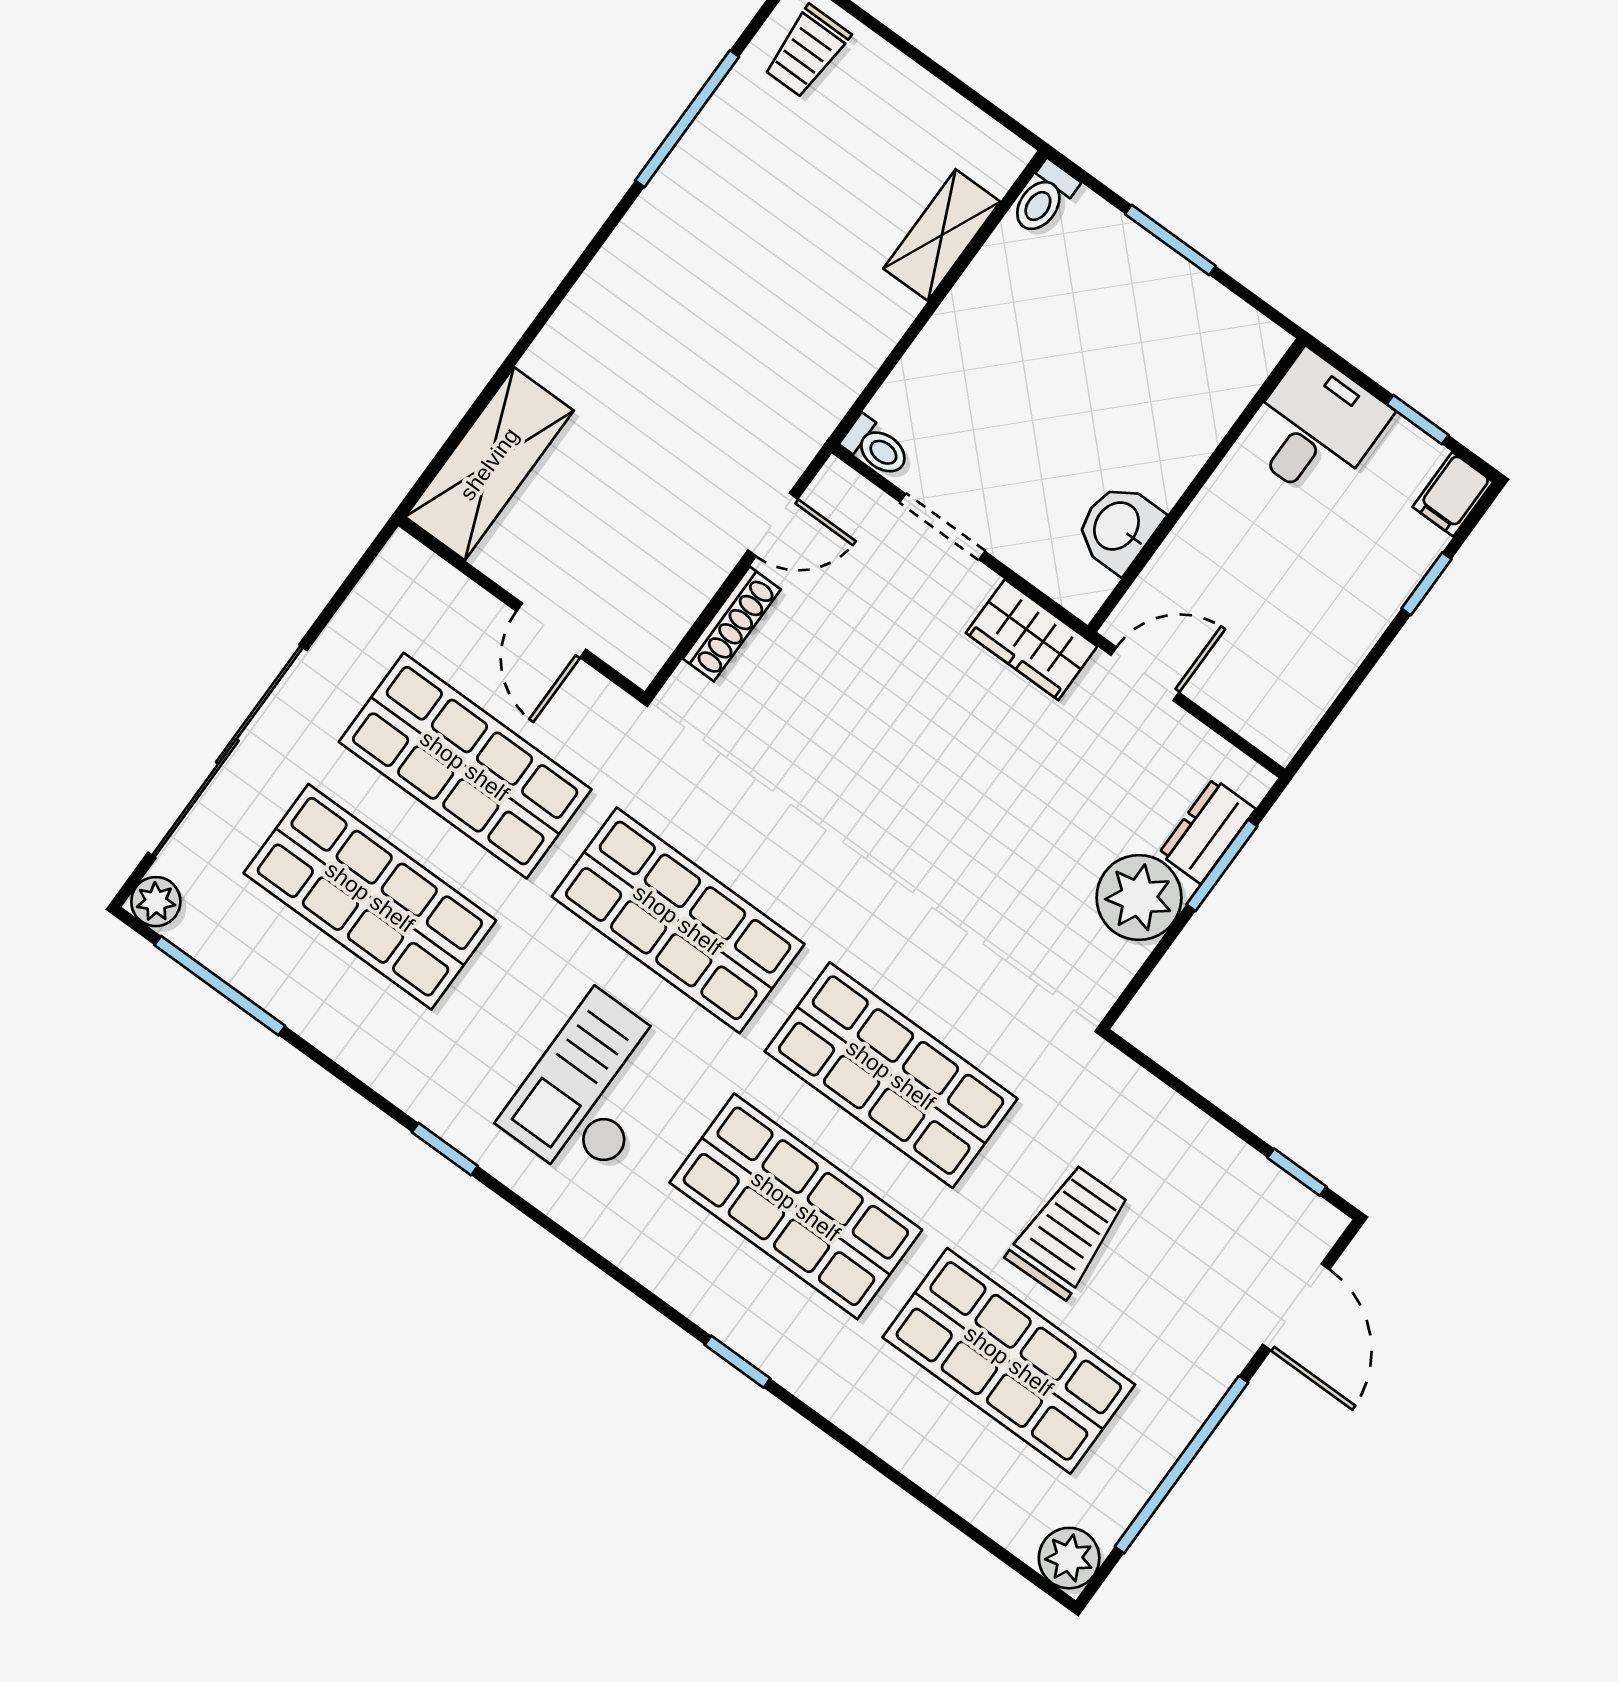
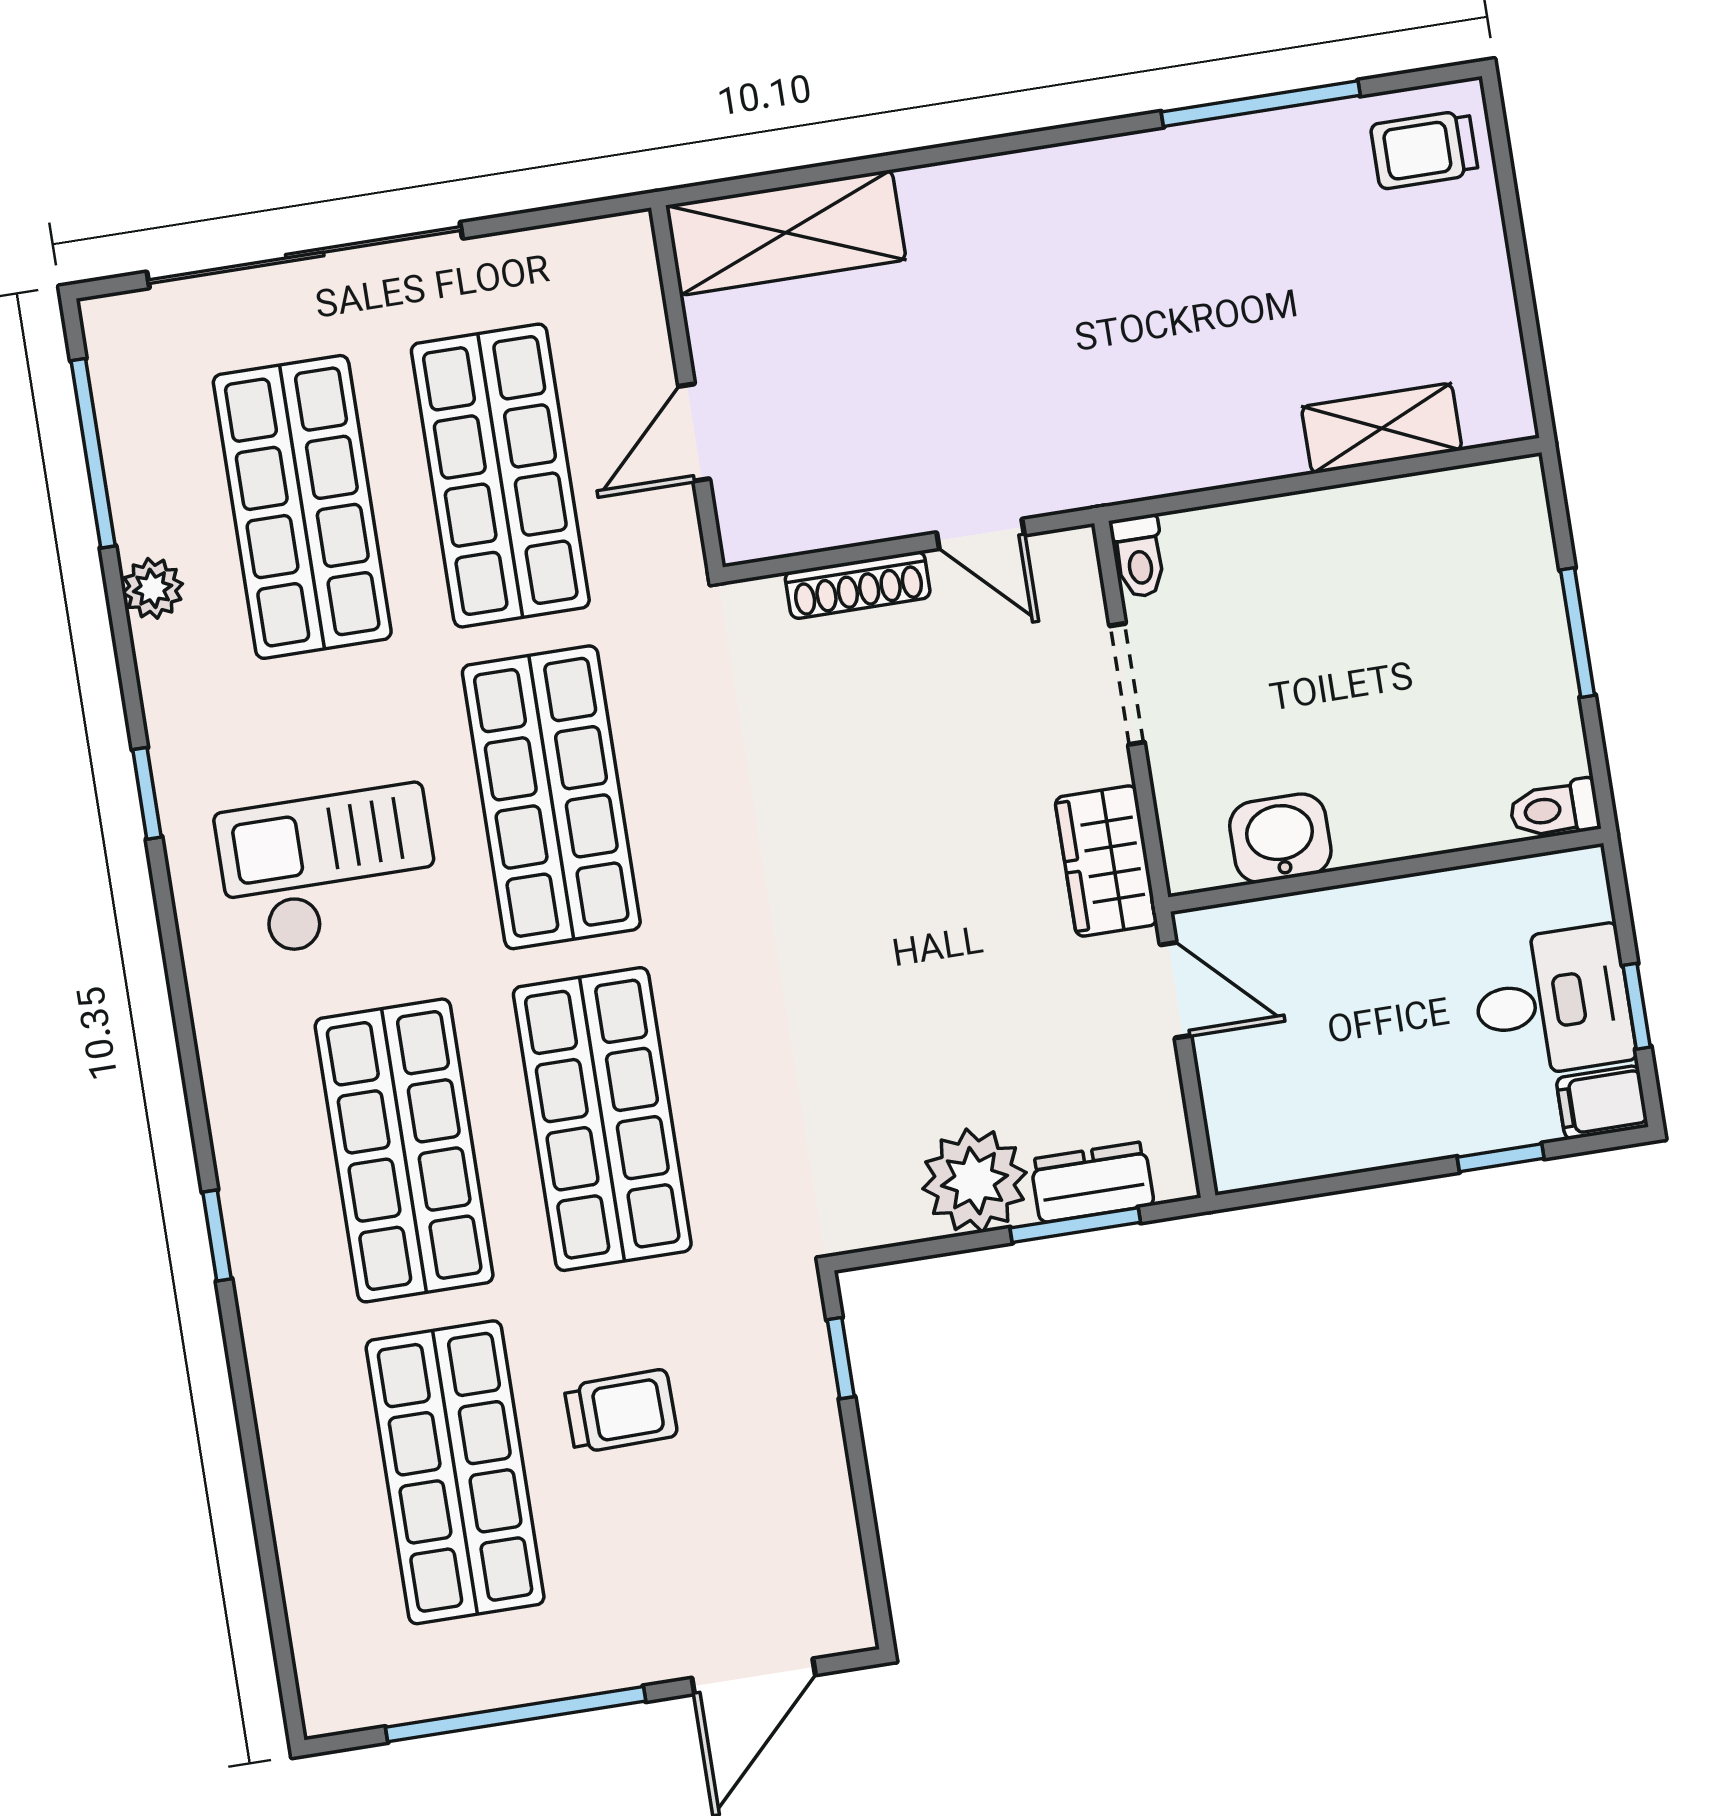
toilet: (1044, 198) -> (1555, 809), moved
desk: (1315, 427) -> (1553, 1002), moved
plant: (156, 902) -> (153, 588), moved
window: (1297, 1172) -> (841, 1358), moved
trolley: (1069, 1231) -> (621, 1411), width x0.73, depth x0.72
plant: (1069, 1558) -> (335, 1698), removed

